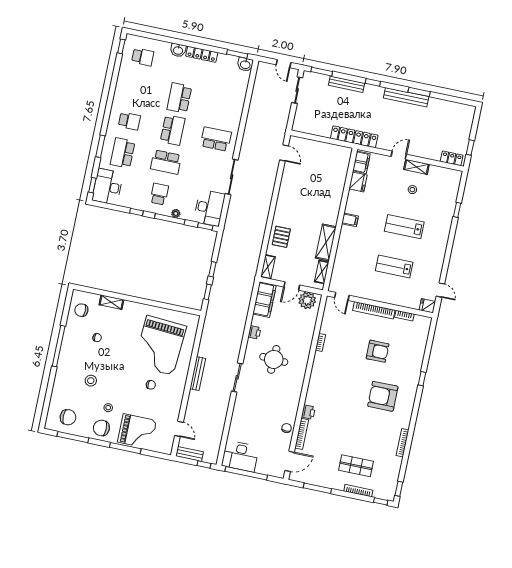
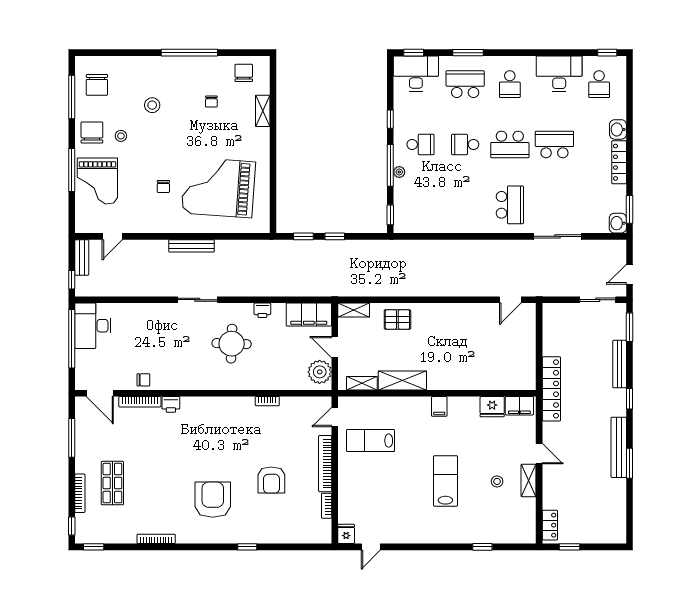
school desk: (166, 162) -> (465, 144), width x0.54
sliding door: (232, 177) -> (558, 236), moved
desk: (209, 208) -> (559, 74), moved, turned 180
lab bench: (394, 266) -> (371, 441), moved, turned -90

